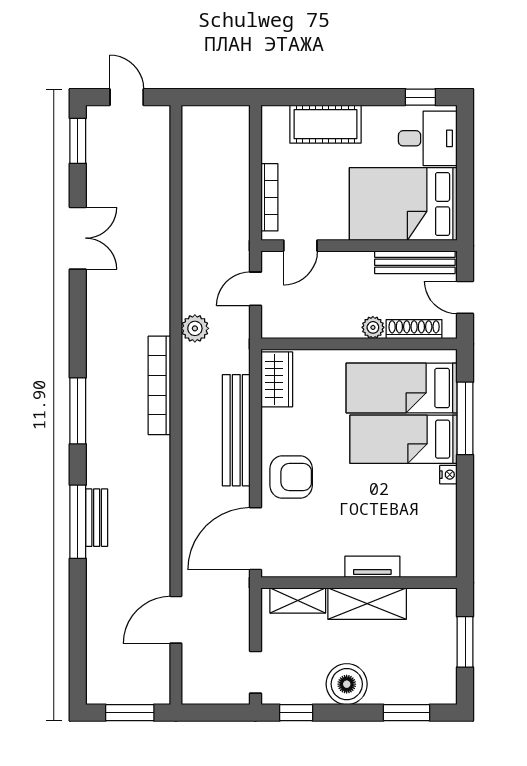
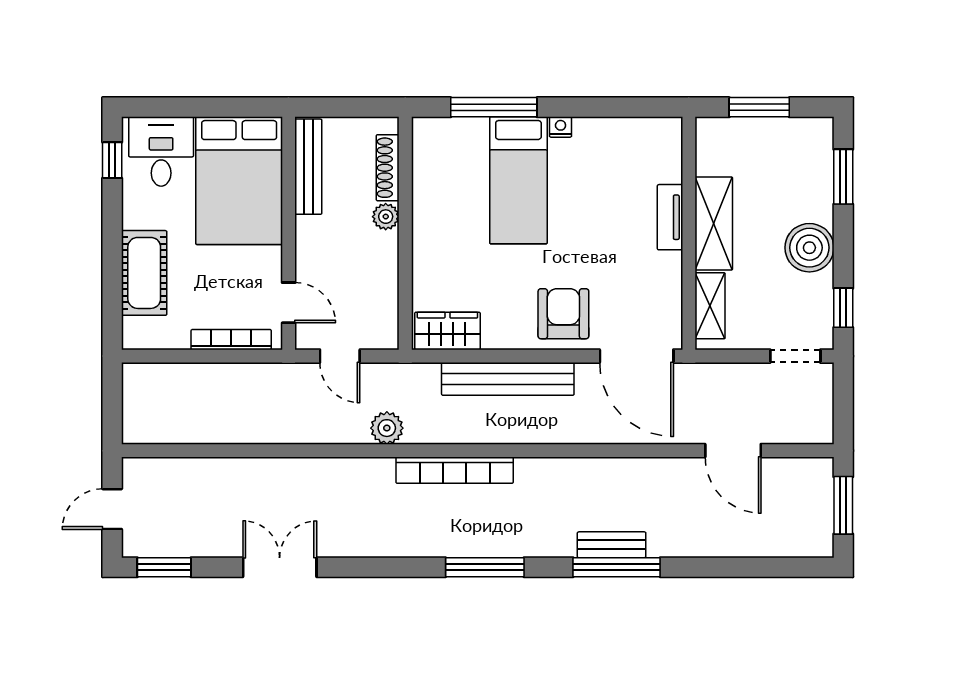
door: (465, 297) -> (350, 107), removed
bed: (402, 388) -> (458, 182), removed

